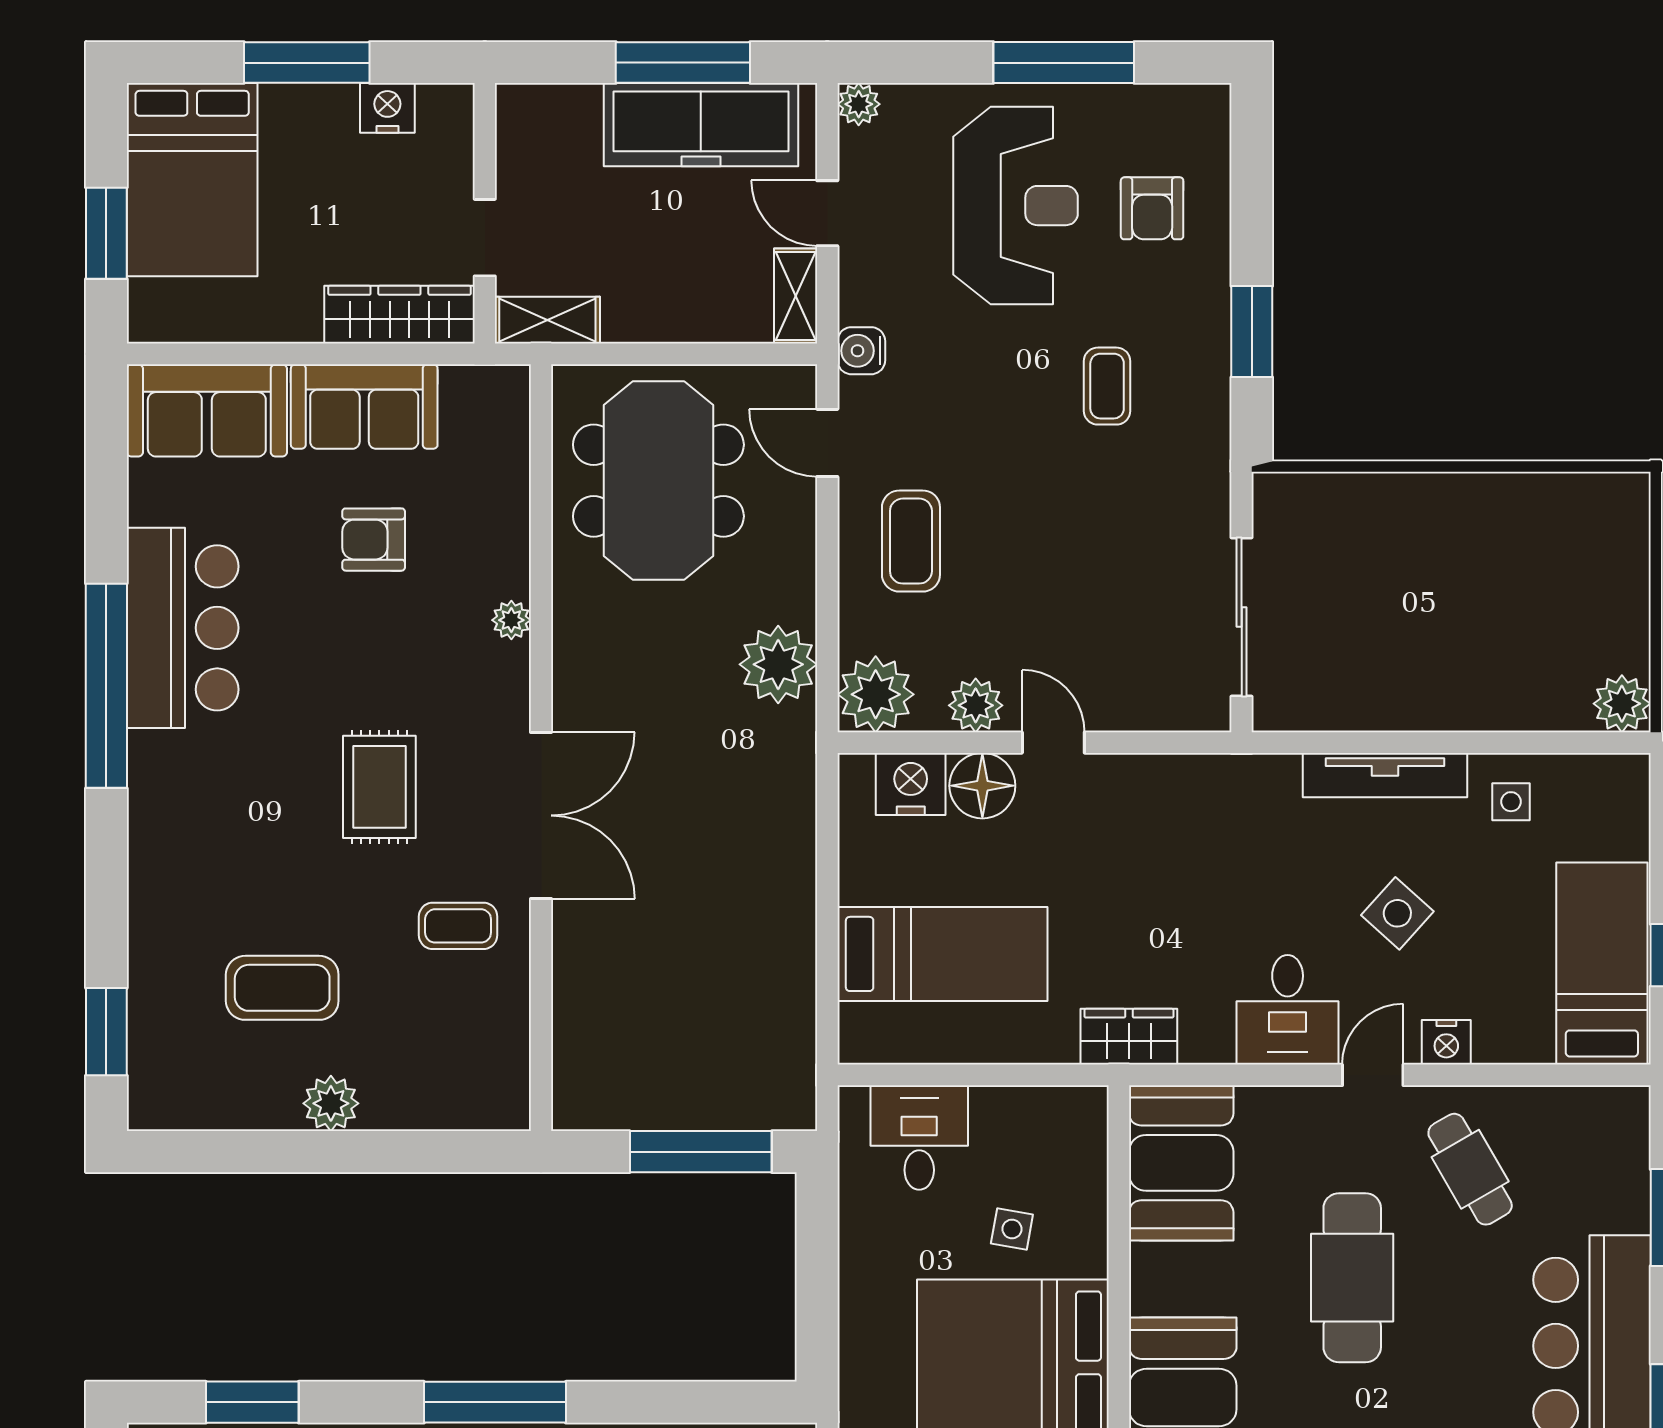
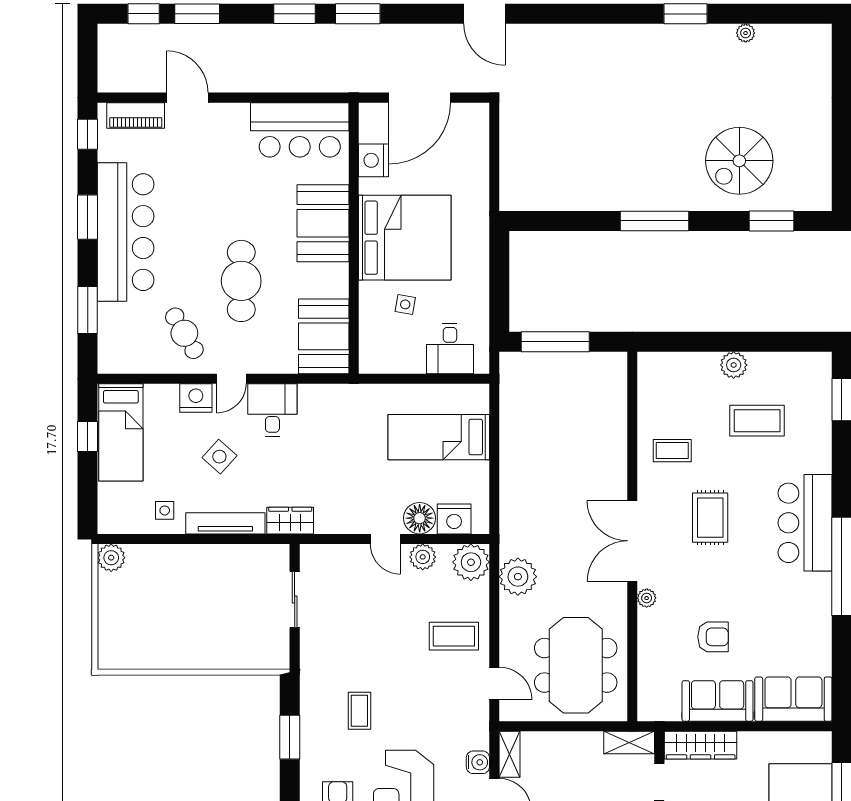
water cooler: (861, 351) -> (478, 762), moved
coffee table: (911, 541) -> (454, 636), turned 90
sliding door: (1242, 617) -> (295, 600), width x0.73
bar counter: (183, 628) -> (805, 523), moved
double door: (541, 815) -> (632, 541), moved
wardrobe: (1129, 1037) -> (290, 521), moved, turned 180
nightstand: (1446, 1042) -> (196, 398), width x1.36, depth x1.33

